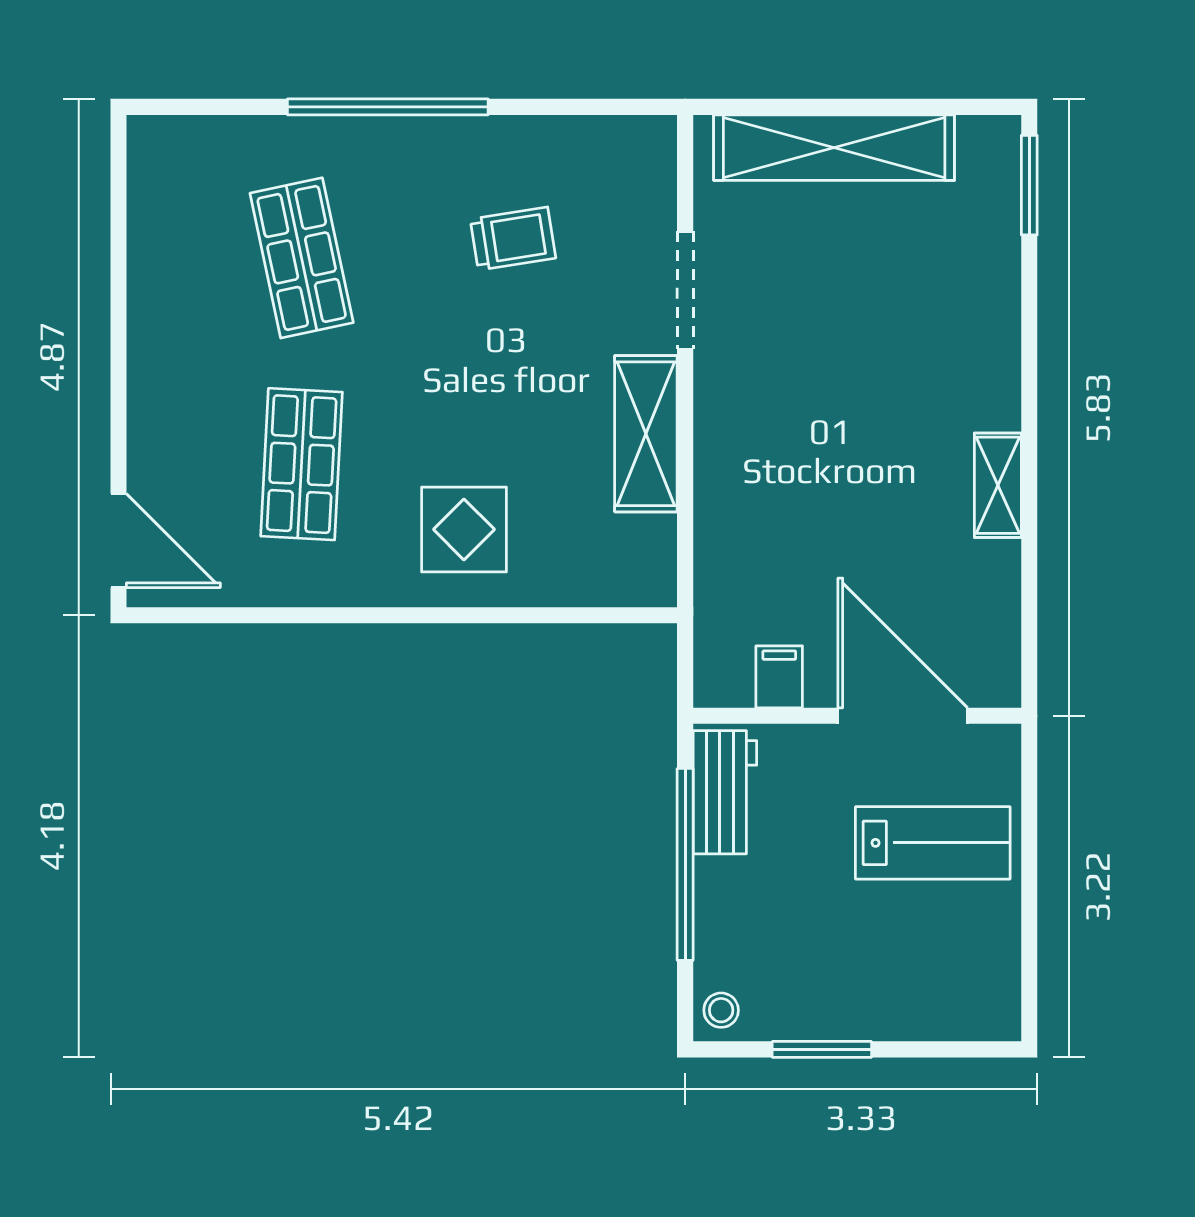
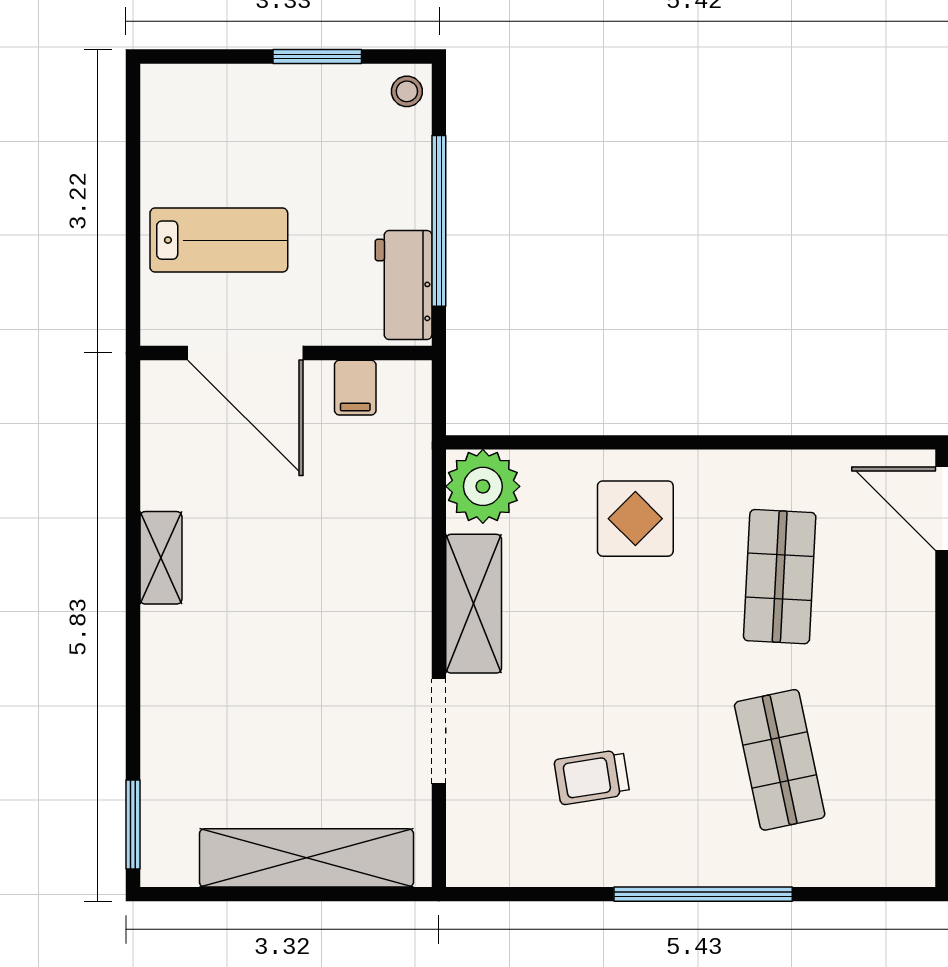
plant: (636, 566) -> (483, 486), added
lab bench: (933, 843) -> (219, 240), turned 180

